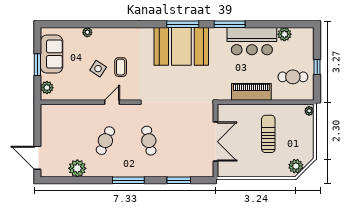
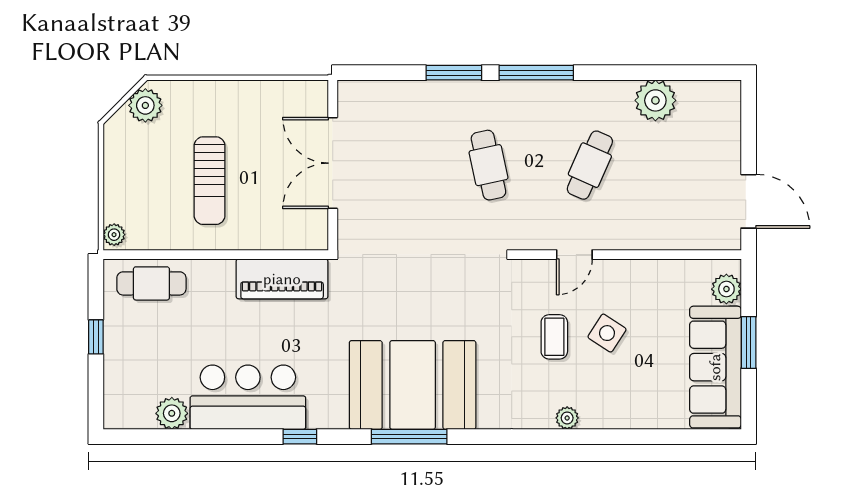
window: (230, 24) -> (300, 437), width x0.46
plant: (87, 32) -> (567, 418), moved
sofa: (52, 54) -> (715, 367), width x1.36
cafe table: (293, 77) -> (151, 283), moved
piano: (251, 92) -> (282, 279), moved
door: (37, 158) -> (749, 201), moved
window: (179, 180) -> (454, 73), moved

